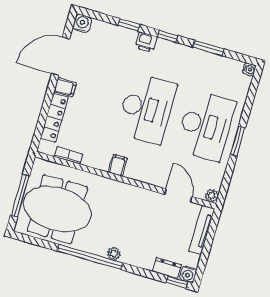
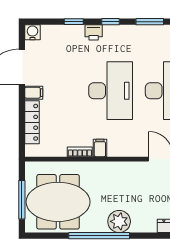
bookcase: (68, 155) -> (80, 152), moved
plant: (114, 254) -> (119, 221), width x1.88, depth x1.88

